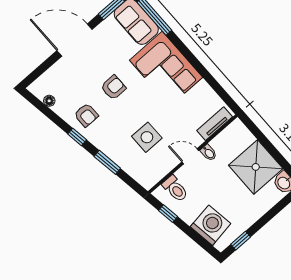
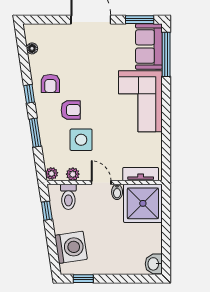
armchair: (113, 87) -> (71, 110), moved
shower: (256, 167) -> (143, 203), moved
plant: (163, 169) -> (73, 174), added
plant: (147, 182) -> (52, 174), added

